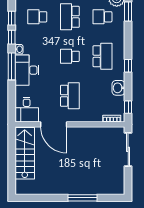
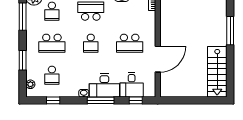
window: (12, 37) -> (136, 100), moved
school desk: (70, 96) -> (130, 43), turned 180
desk: (27, 110) -> (132, 85), moved, turned 90
stairs: (25, 153) -> (217, 72), moved, turned -90

